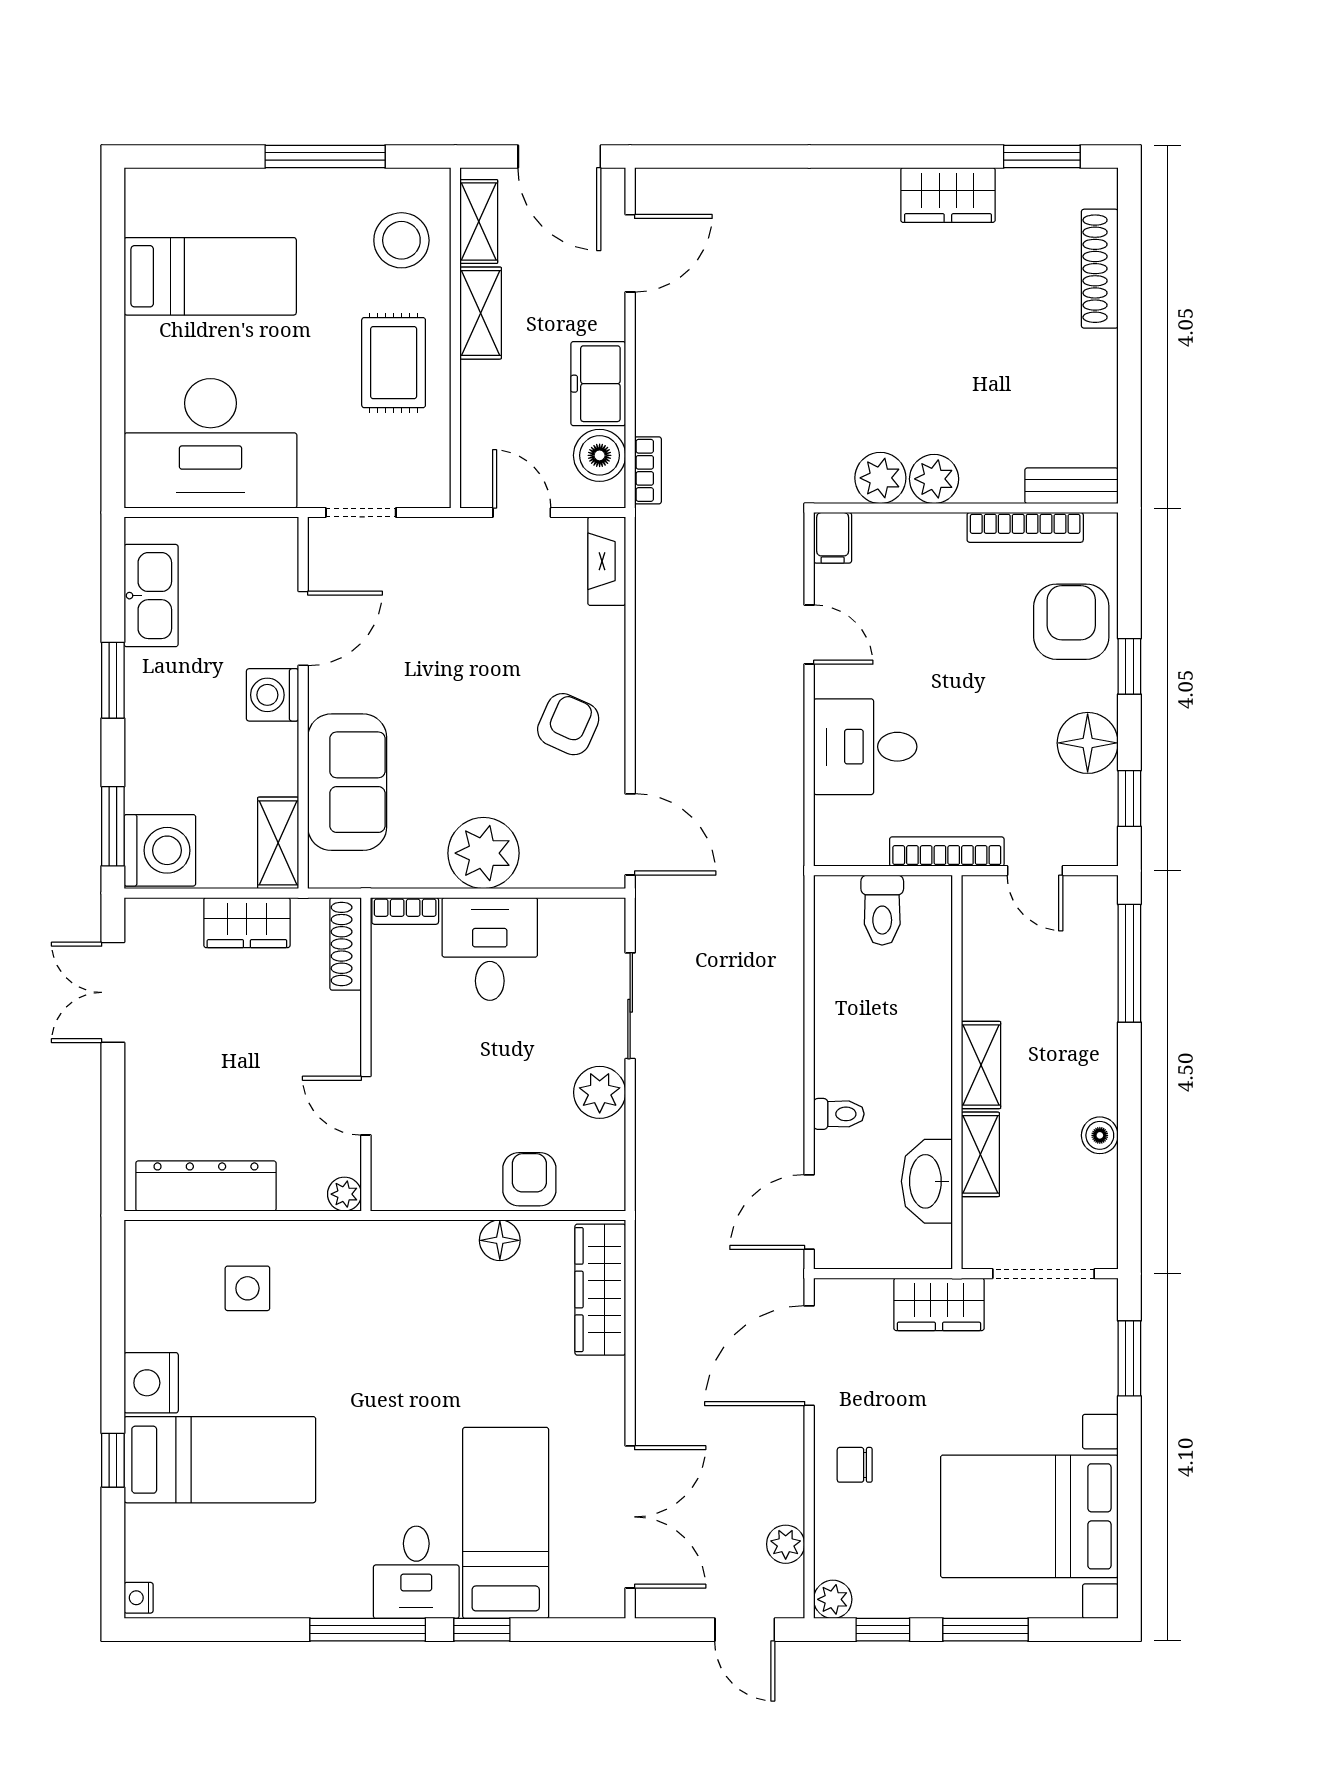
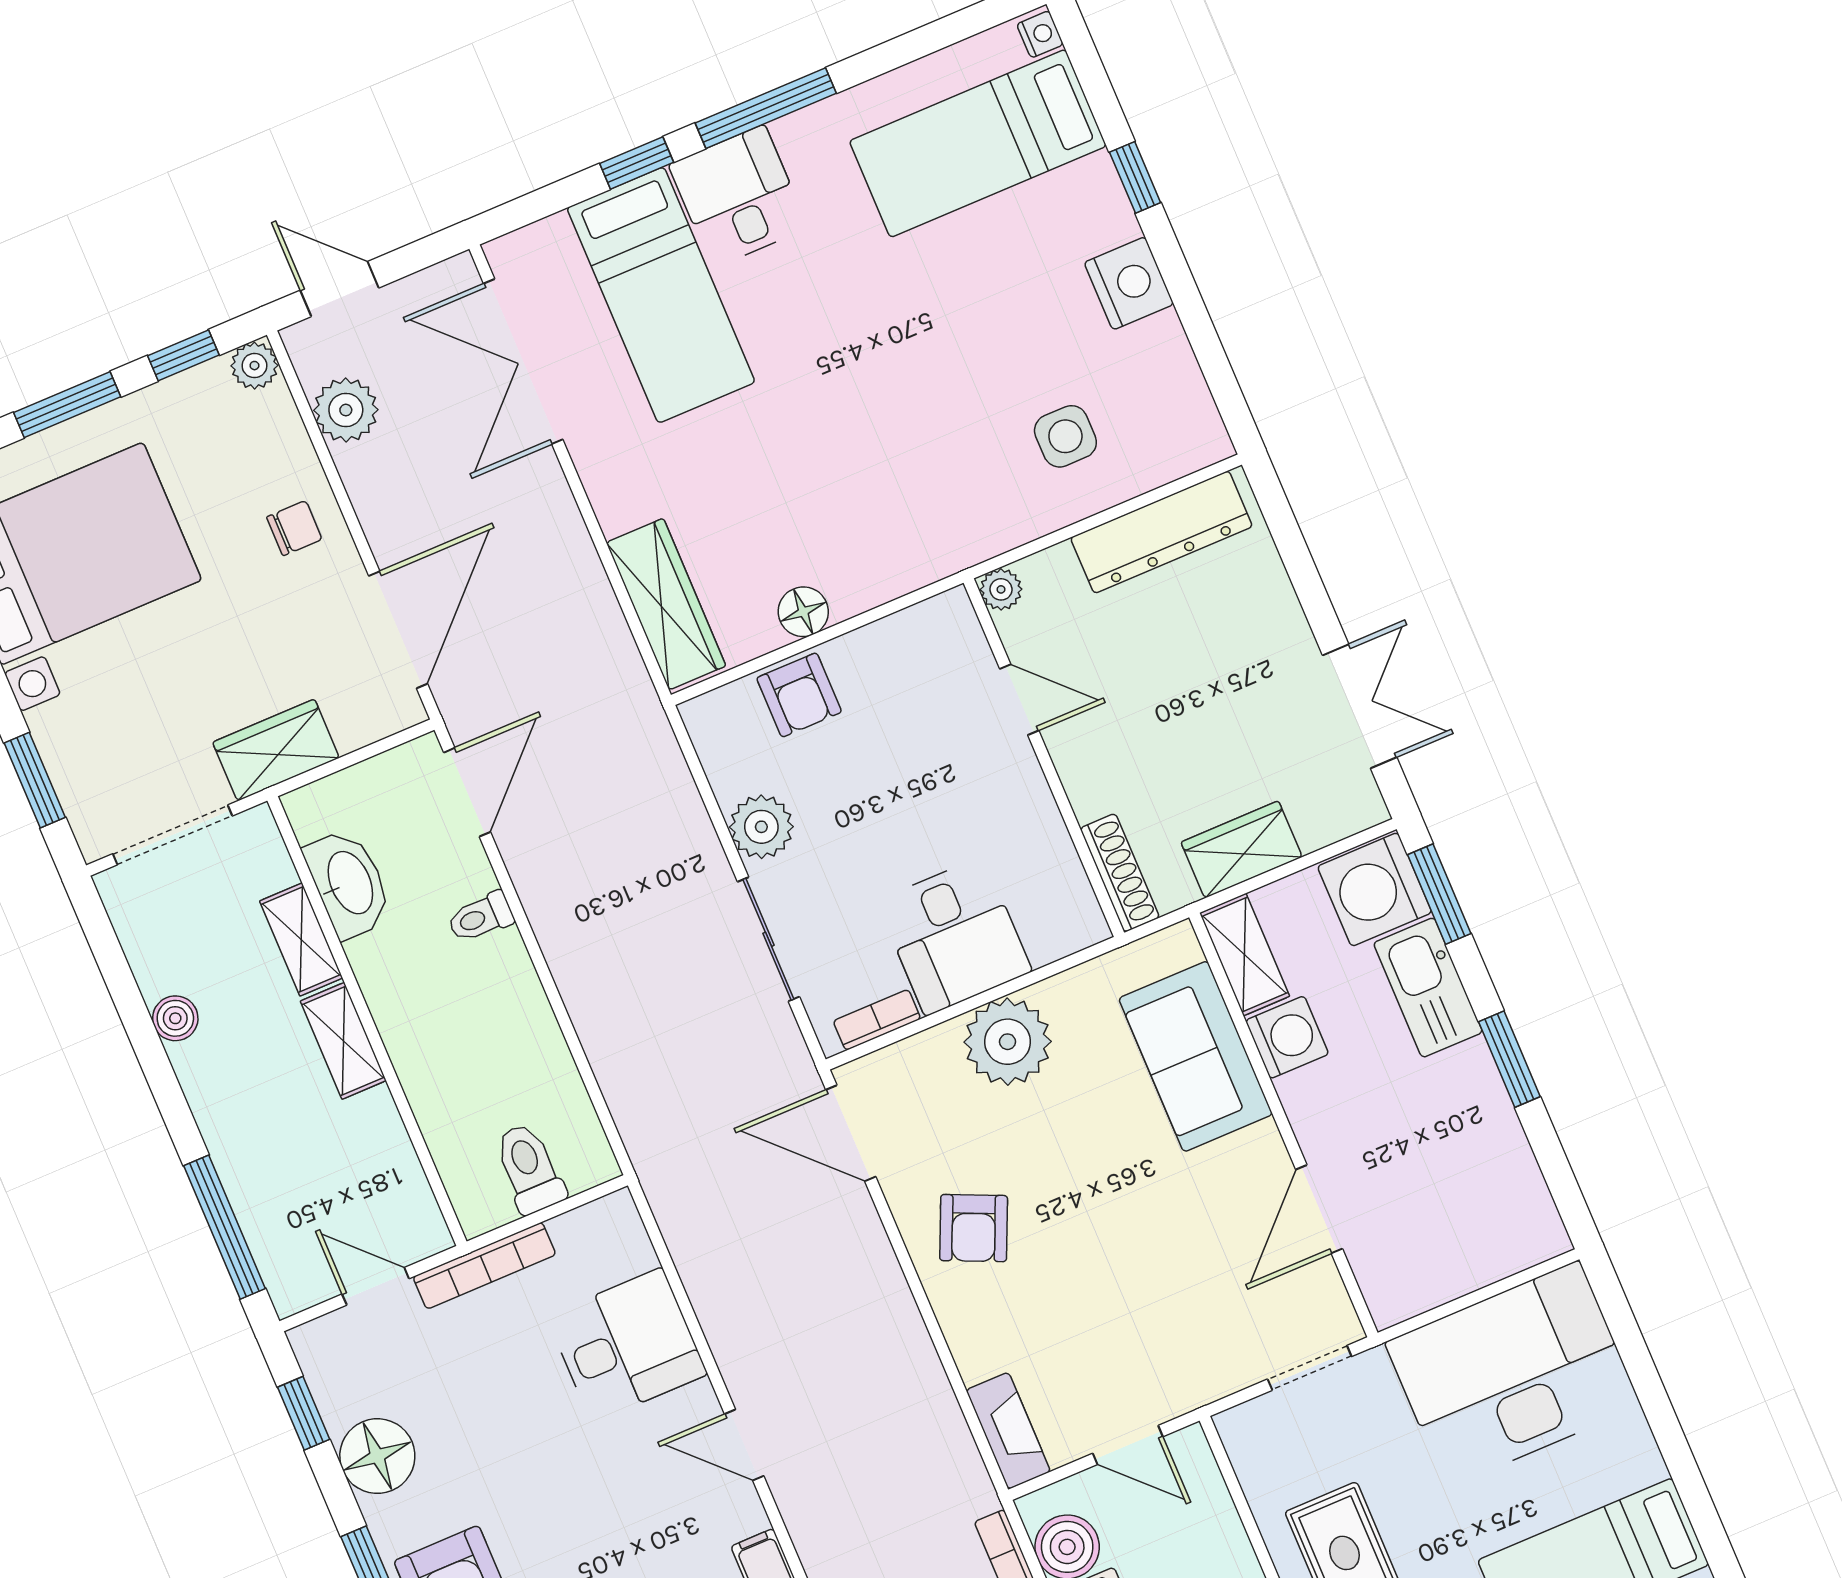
kitchen sink: (151, 596) -> (1428, 988), moved
washing machine: (273, 695) -> (1287, 1037), moved
bookcase: (405, 911) -> (877, 1020), moved
bed: (220, 1460) -> (978, 143), moved
plant: (786, 1544) -> (346, 410), width x1.38, depth x1.38

